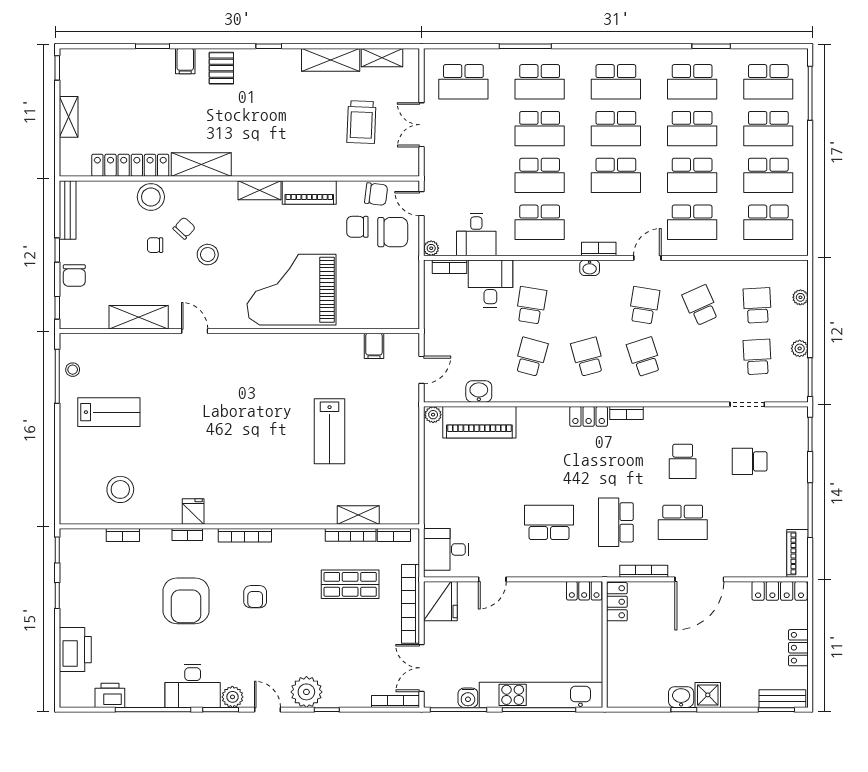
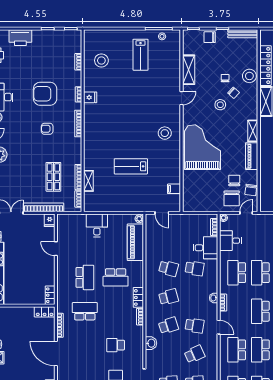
stool: (264, 364) -> (165, 133), added
washbasin: (479, 391) -> (151, 343), moved
school desk: (683, 522) -> (116, 277), moved, turned -90
desk: (446, 549) -> (97, 225), moved
fridge: (440, 601) -> (50, 220), width x0.53, depth x0.75

